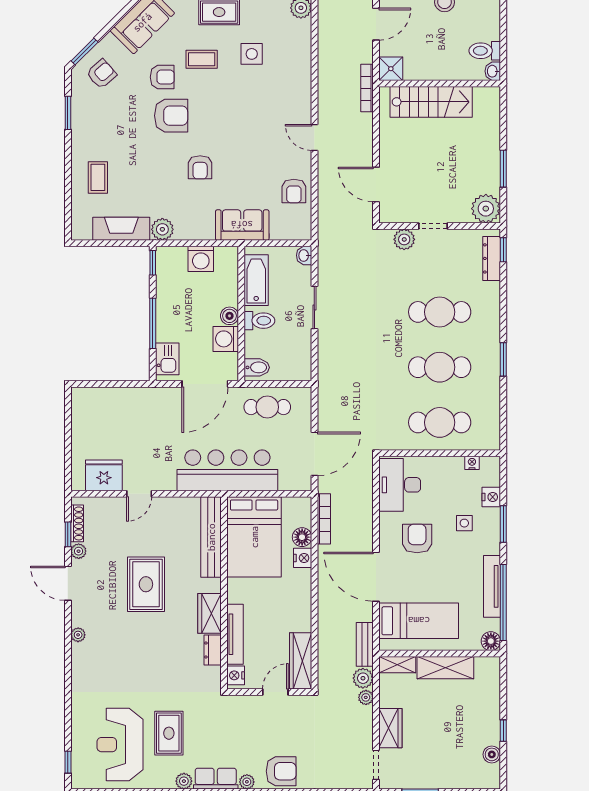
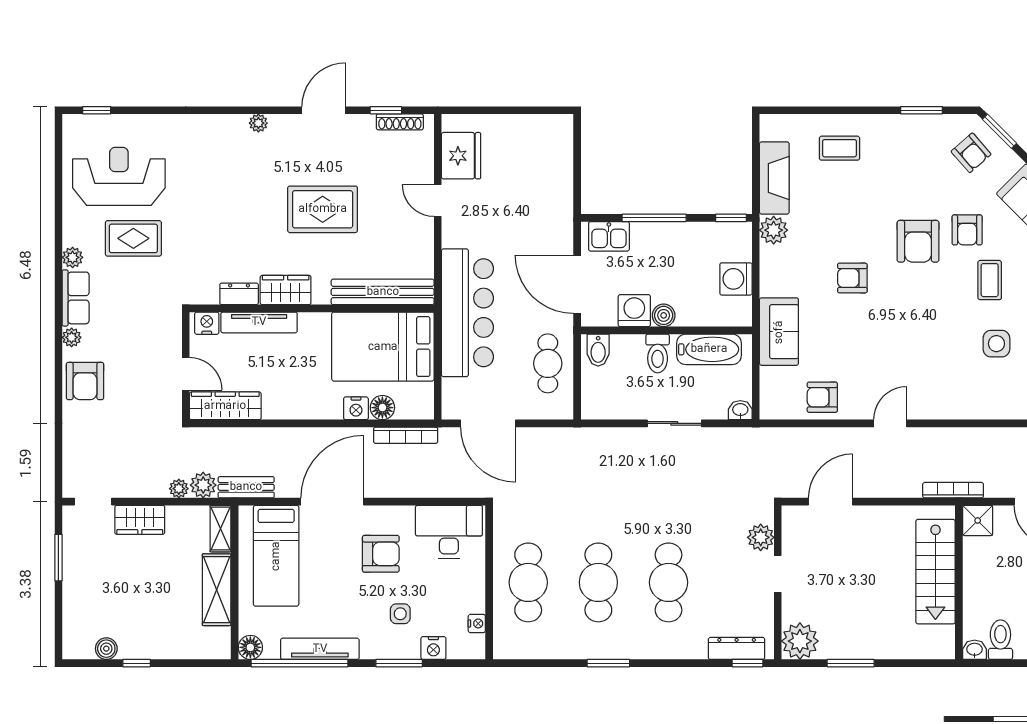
plant: (79, 551) -> (365, 124), removed

